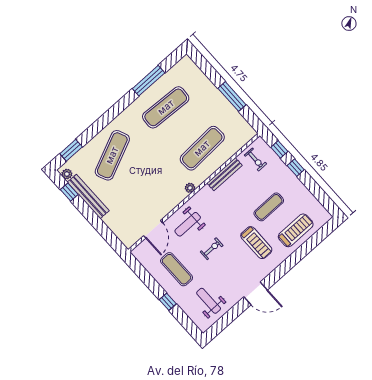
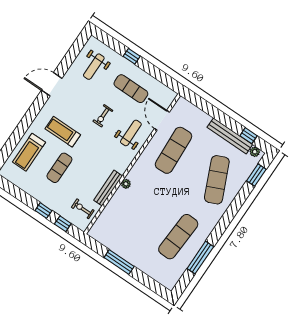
exercise mat: (202, 148) -> (173, 150), moved
plant: (190, 188) -> (126, 184), moved
weight bench: (209, 301) -> (94, 67), turned 90

